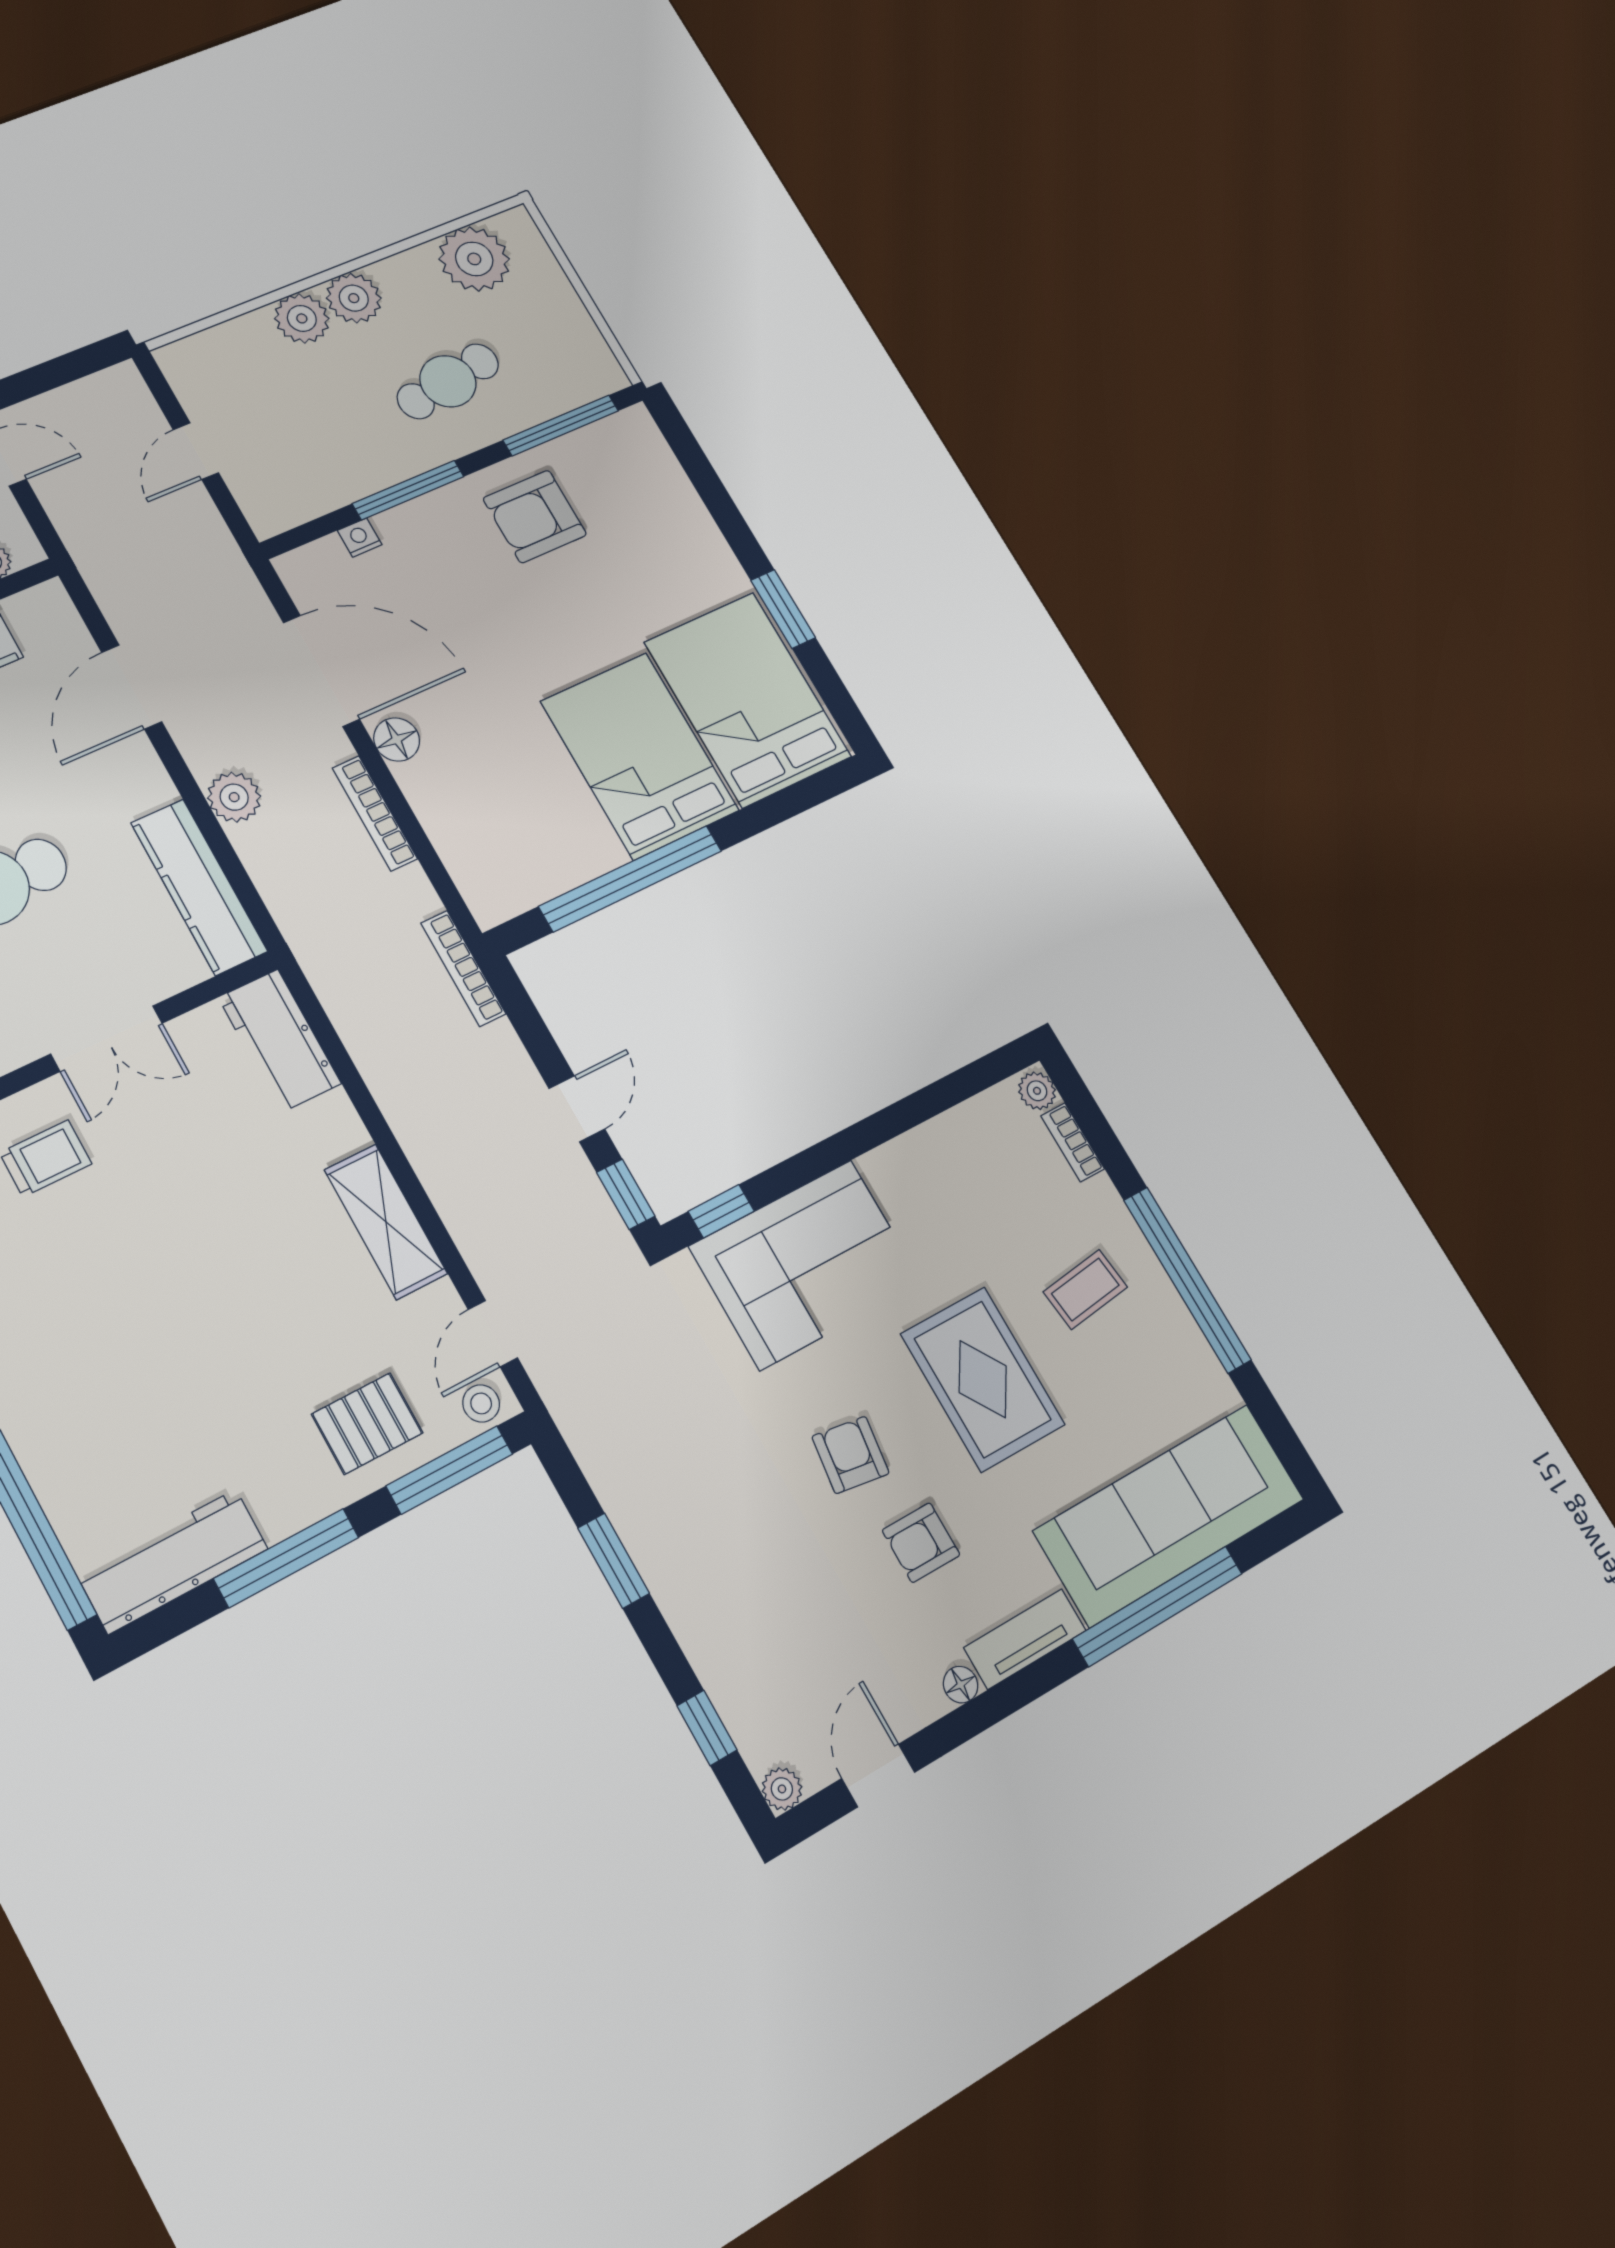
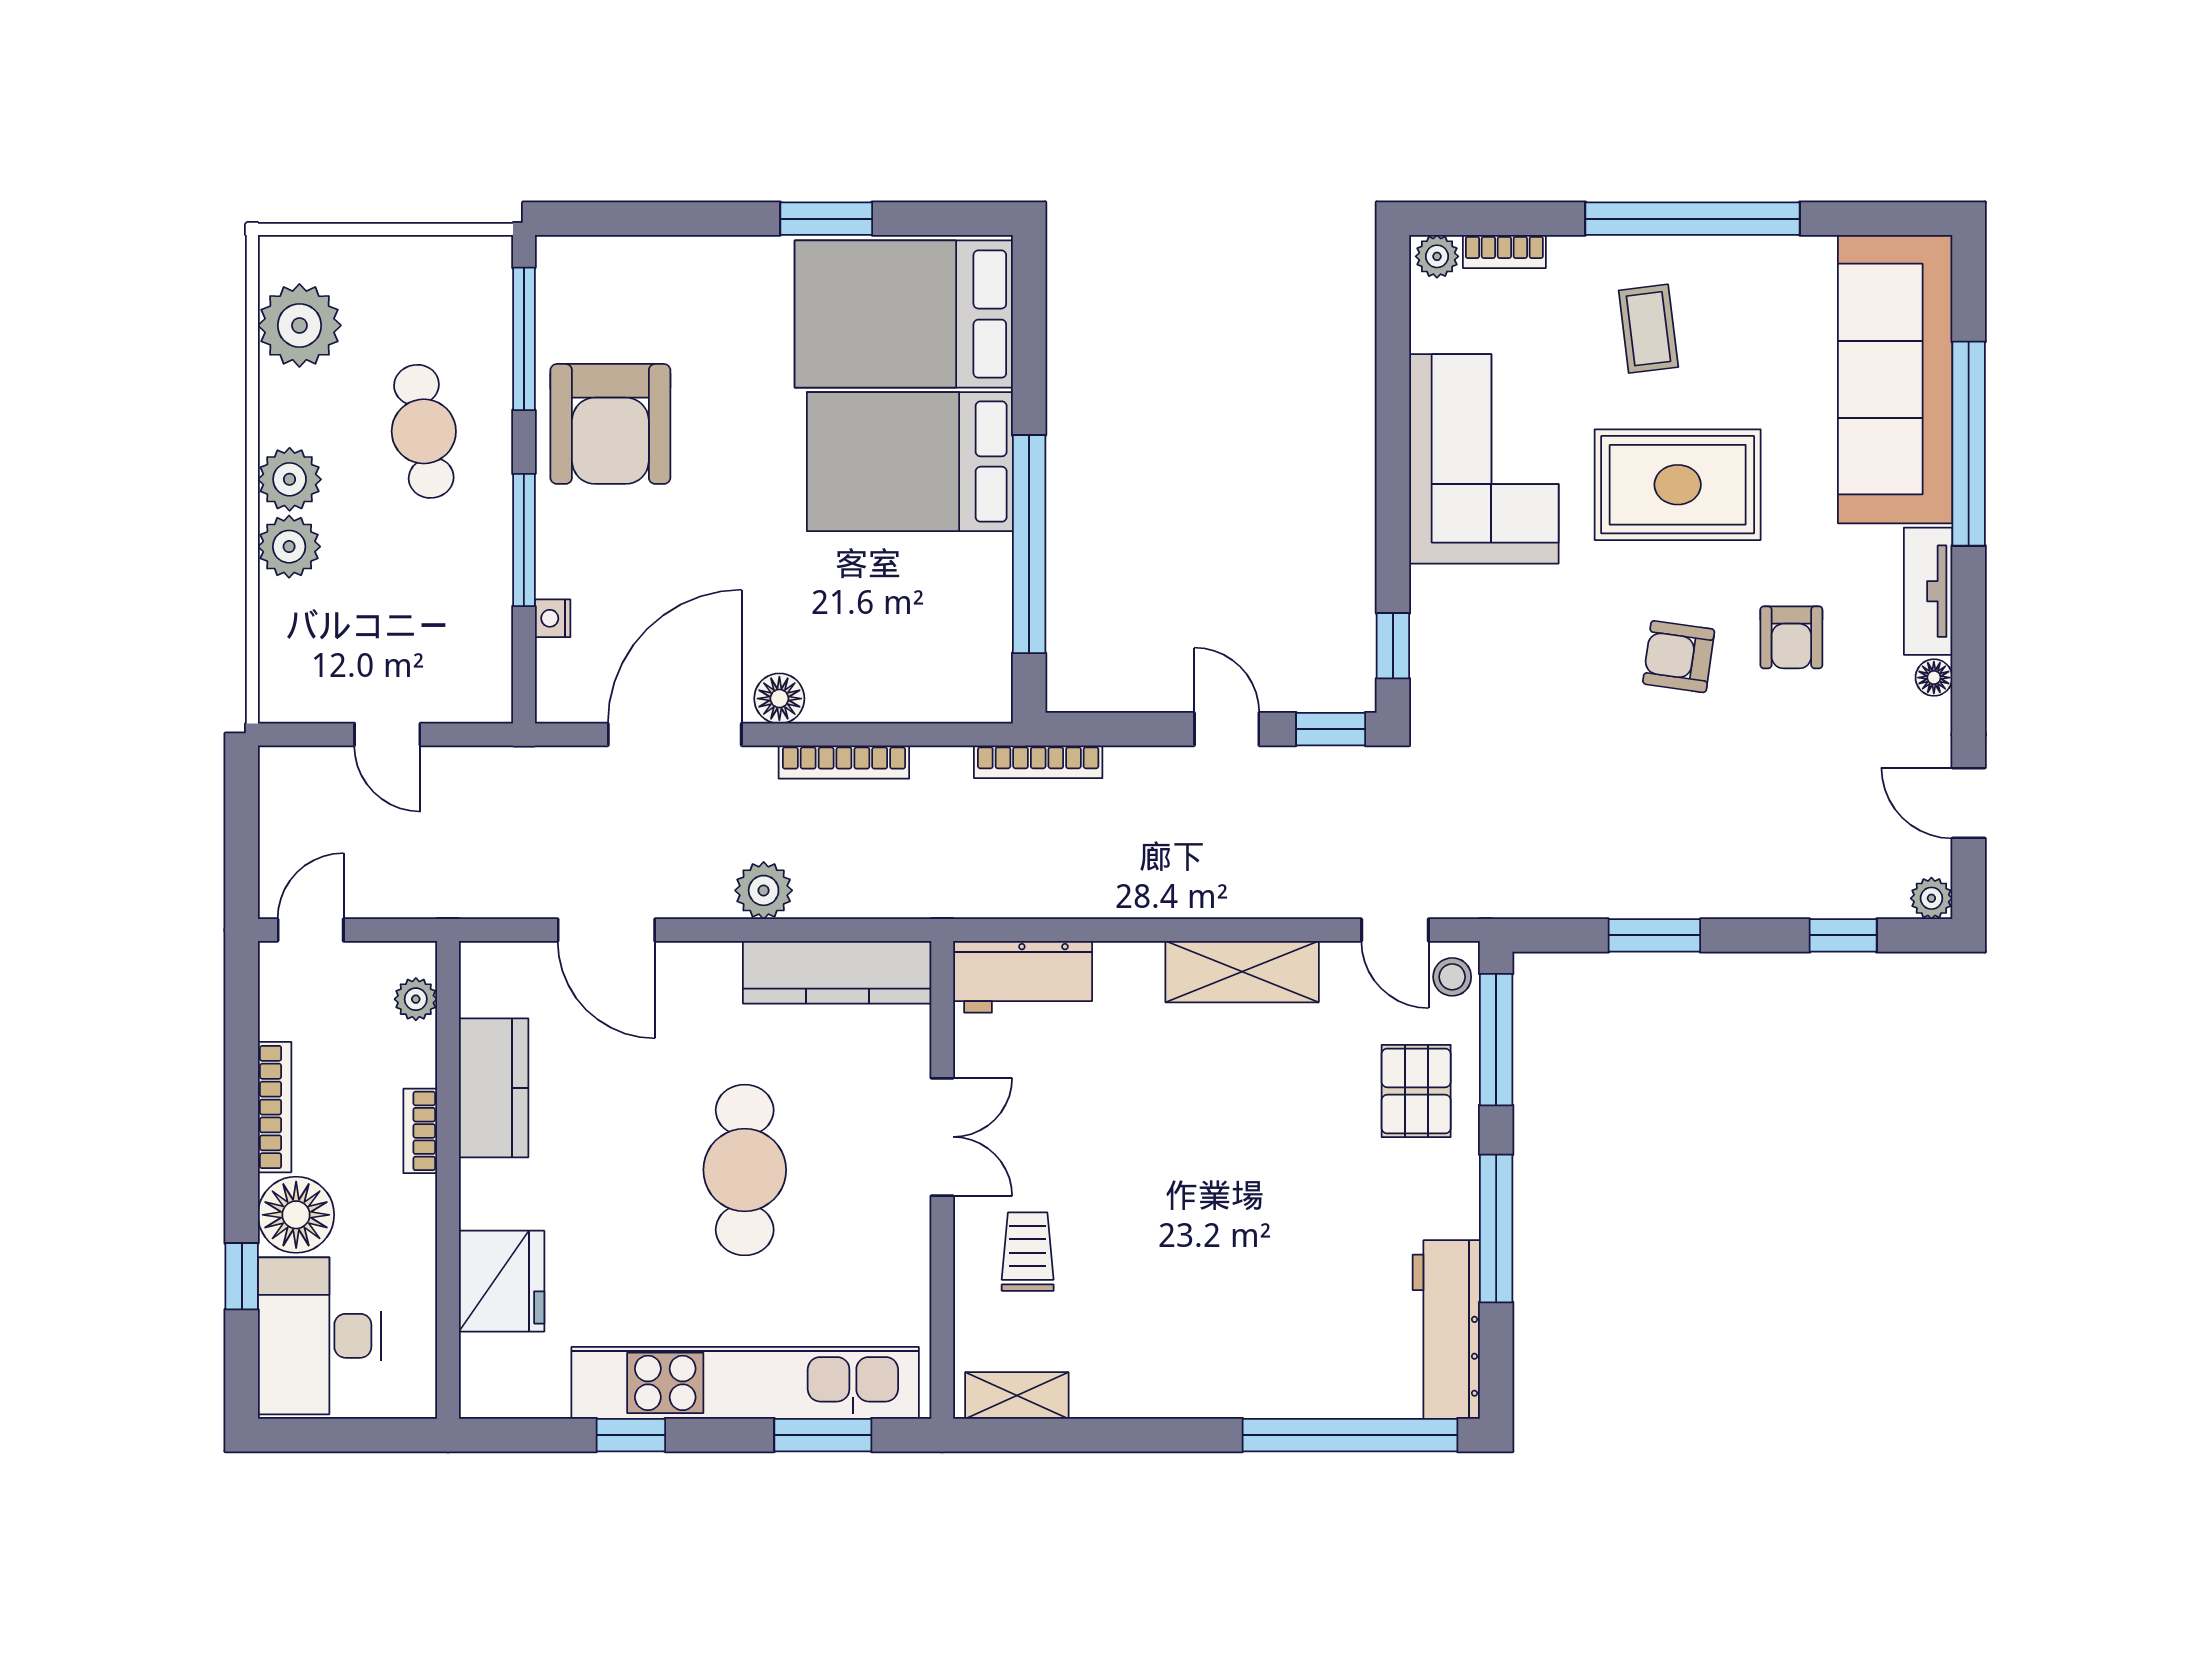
armchair: (535, 517) -> (610, 424), width x1.36, depth x1.36
corner sofa: (806, 1264) -> (1484, 459), moved

